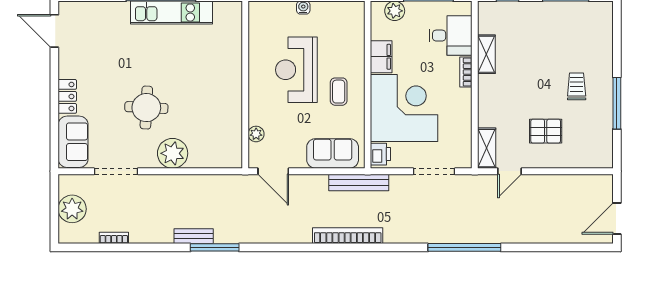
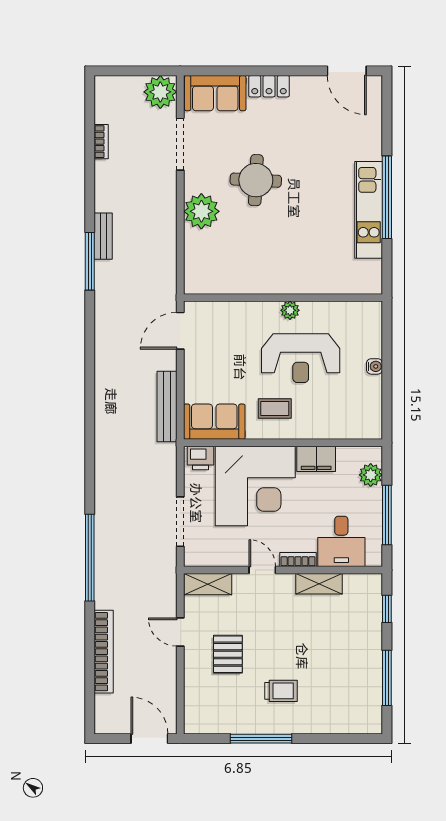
door: (54, 31) -> (347, 71), swing flipped
reception desk: (296, 70) -> (301, 358), turned 180
door: (475, 102) -> (262, 570), added
plant: (256, 134) -> (290, 310), moved
sofa: (333, 153) -> (214, 422), moved, turned -90
door: (510, 171) -> (180, 632), moved
bench: (359, 182) -> (167, 406), moved
plant: (72, 209) -> (160, 92), moved
door: (617, 219) -> (149, 739), moved
bookcase: (348, 236) -> (104, 652), moved

